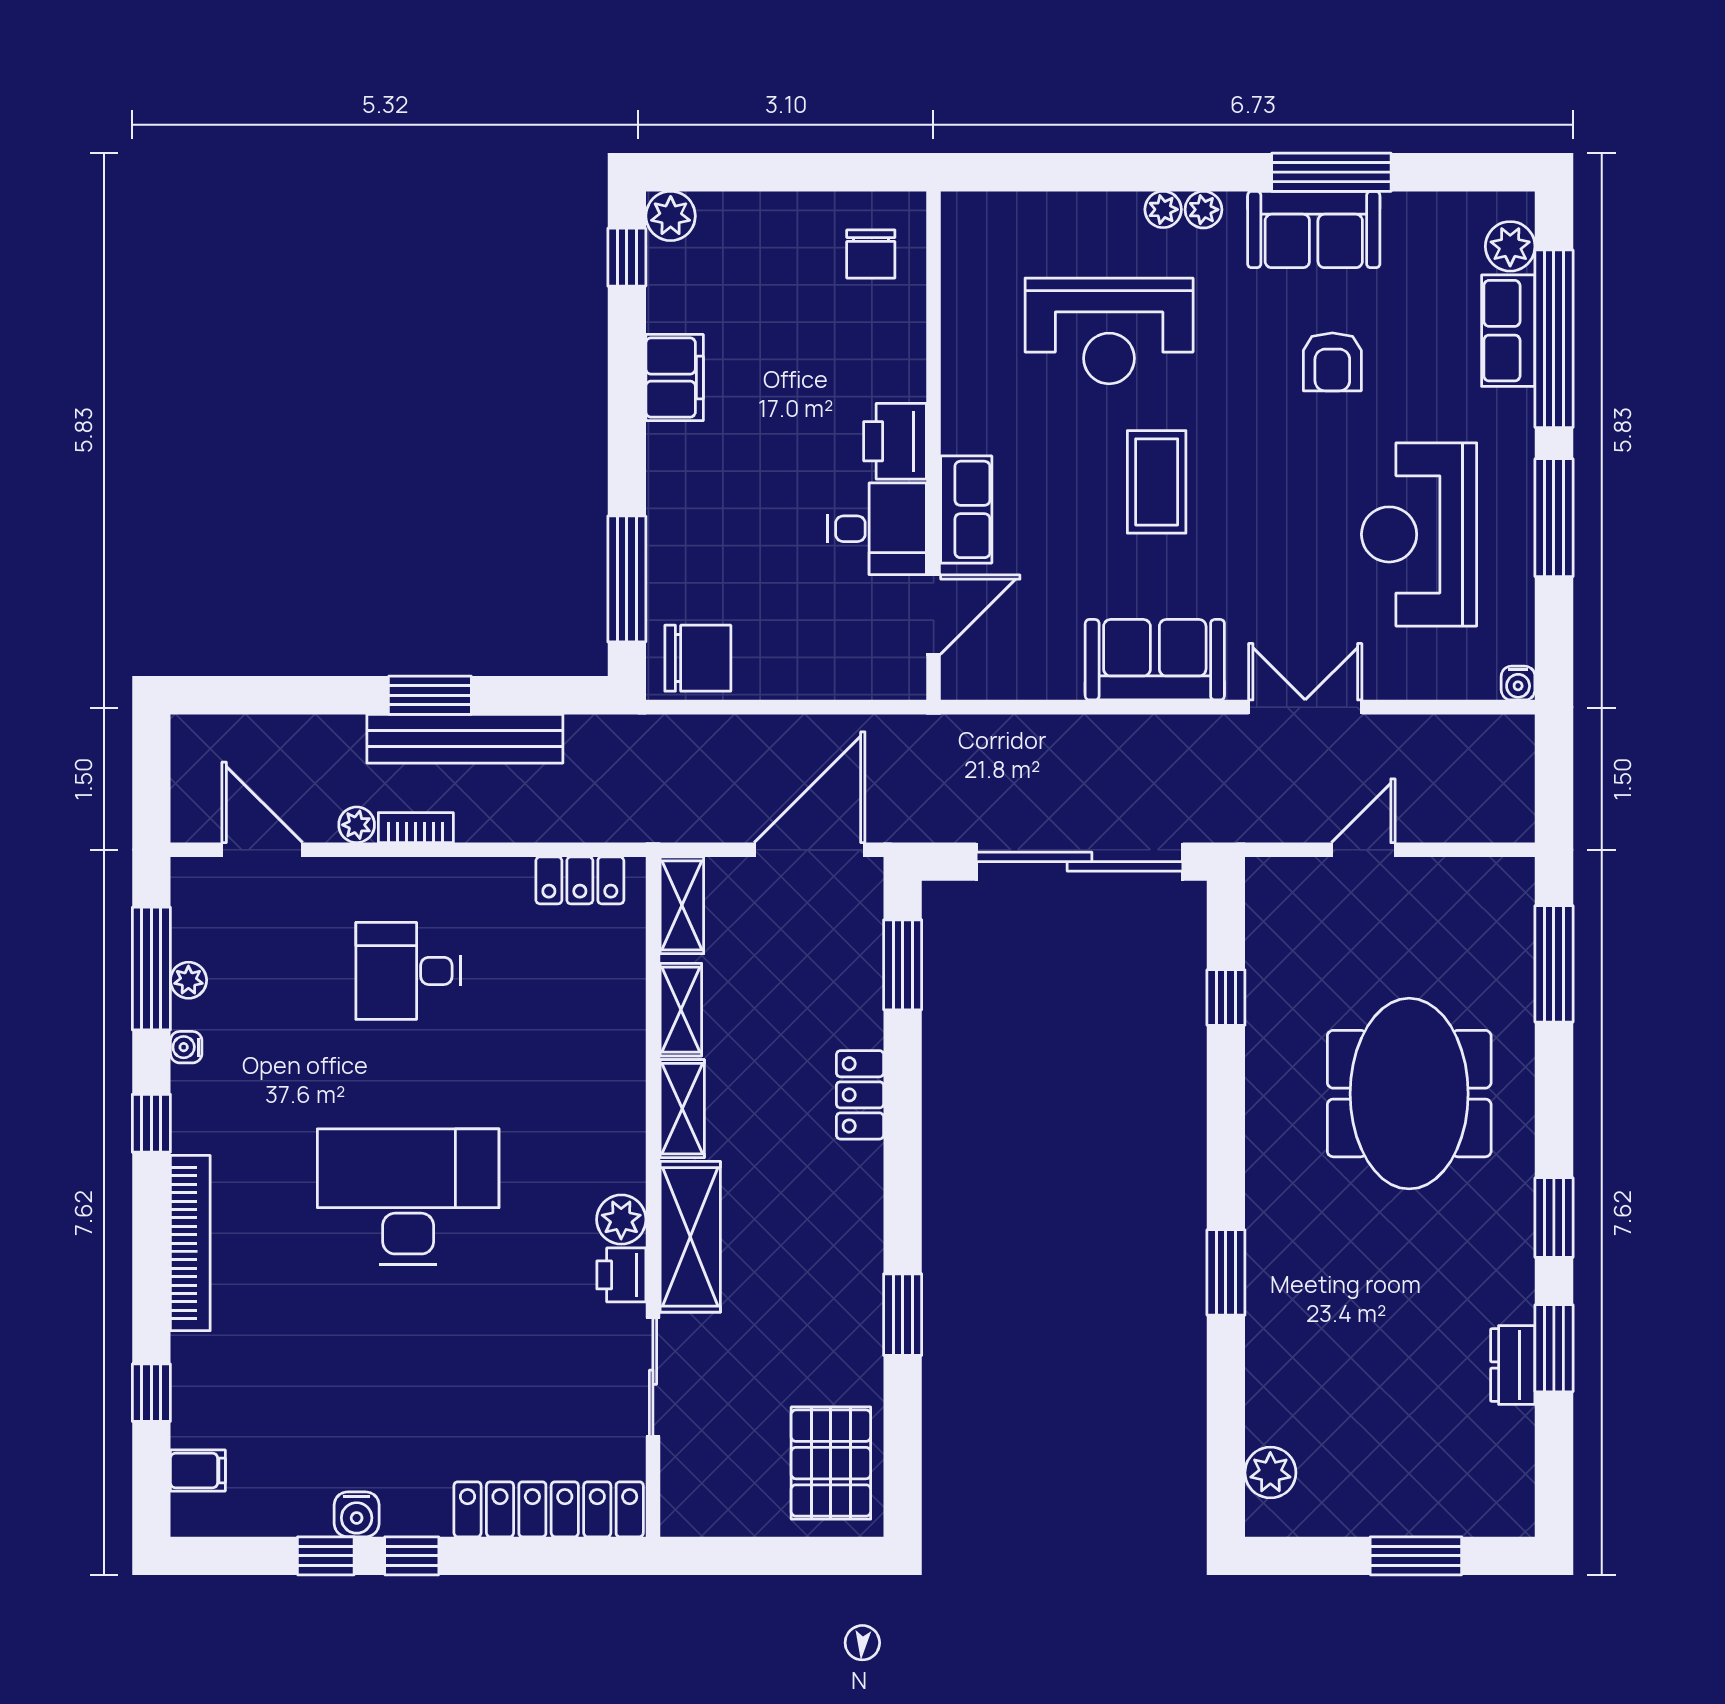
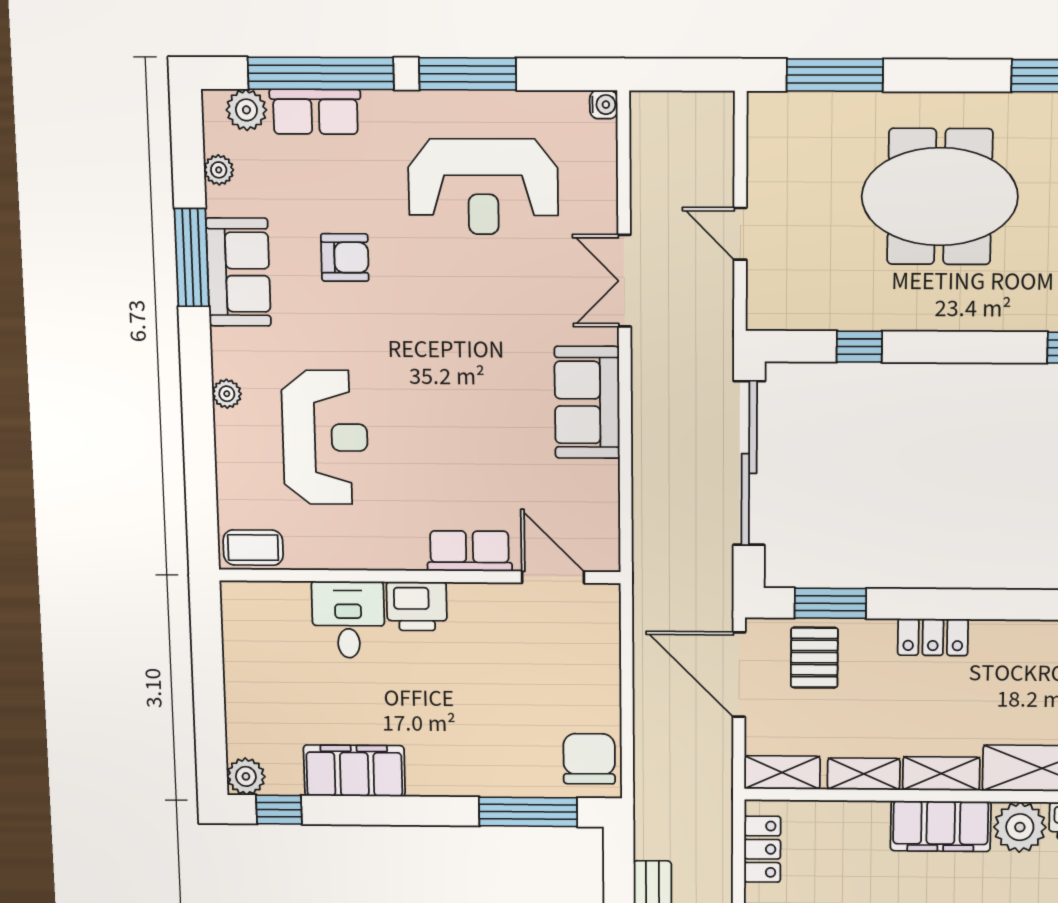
plant: (1203, 210) -> (219, 170), moved
chair: (871, 254) -> (270, 624), removed
filing cabinet: (675, 378) -> (354, 771), width x1.50, depth x1.17
coffee table: (1157, 482) -> (253, 548), moved, width x0.73, depth x0.77
desk: (877, 529) -> (348, 620), moved
pallet: (832, 945) -> (814, 658), added
filing cabinet: (613, 1109) -> (941, 826), added
plant: (621, 1220) -> (1020, 827), width x1.36, depth x1.36

